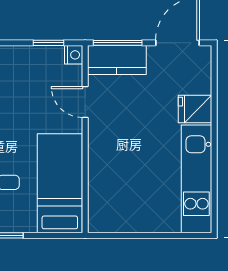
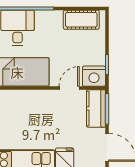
nightstand: (74, 55) -> (94, 76), width x1.89, depth x1.79

